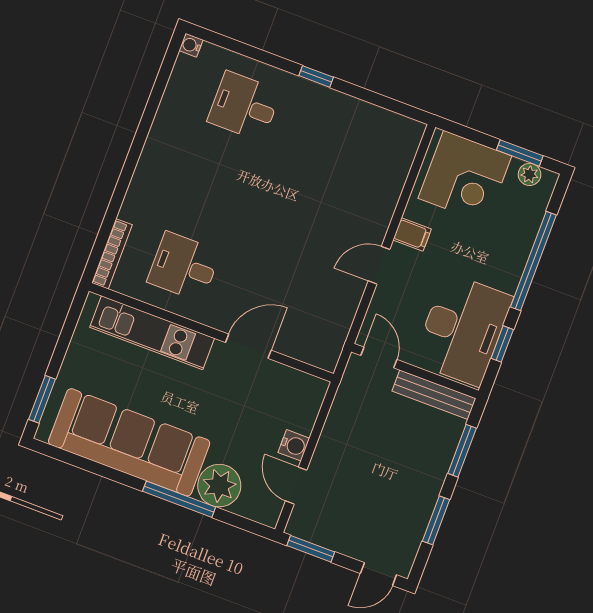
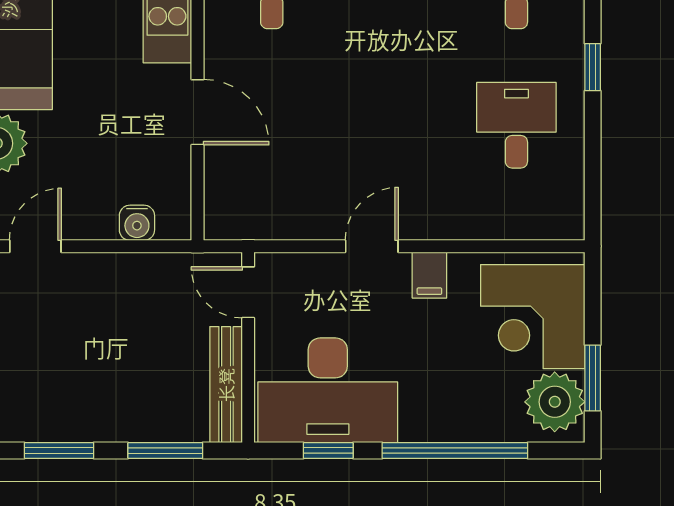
desk: (335, 141) -> (516, 125), added
plant: (530, 174) -> (555, 402), width x1.87, depth x1.87
door: (379, 265) -> (372, 246), hinge flipped
door: (379, 358) -> (248, 292), swing flipped
water cooler: (294, 445) -> (137, 223), moved

